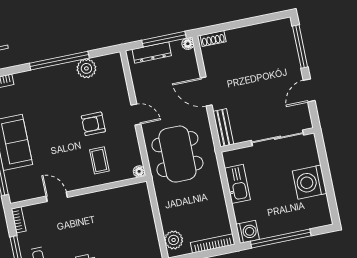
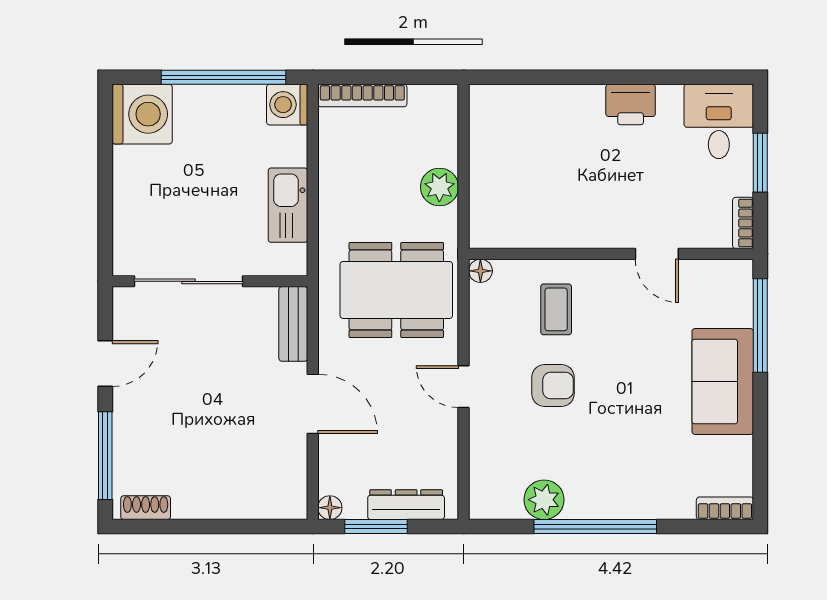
window: (164, 39) -> (376, 526), width x0.69
shoe rack: (213, 39) -> (146, 508), moved
dining table: (177, 154) -> (396, 290), turned 90
washing machine: (310, 182) -> (142, 114), moved
plant: (174, 240) -> (439, 187), moved

